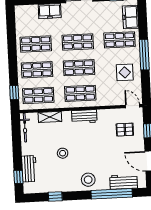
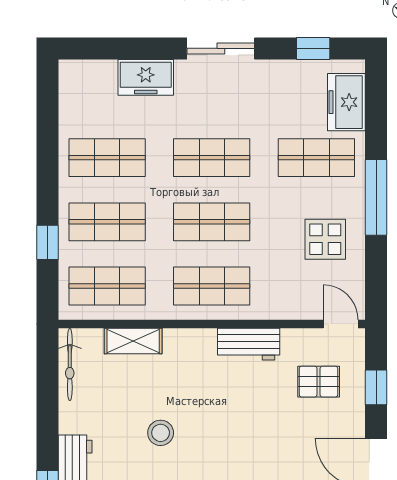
window: (14, 93) -> (47, 242), moved
workbench: (84, 116) -> (249, 344), moved

